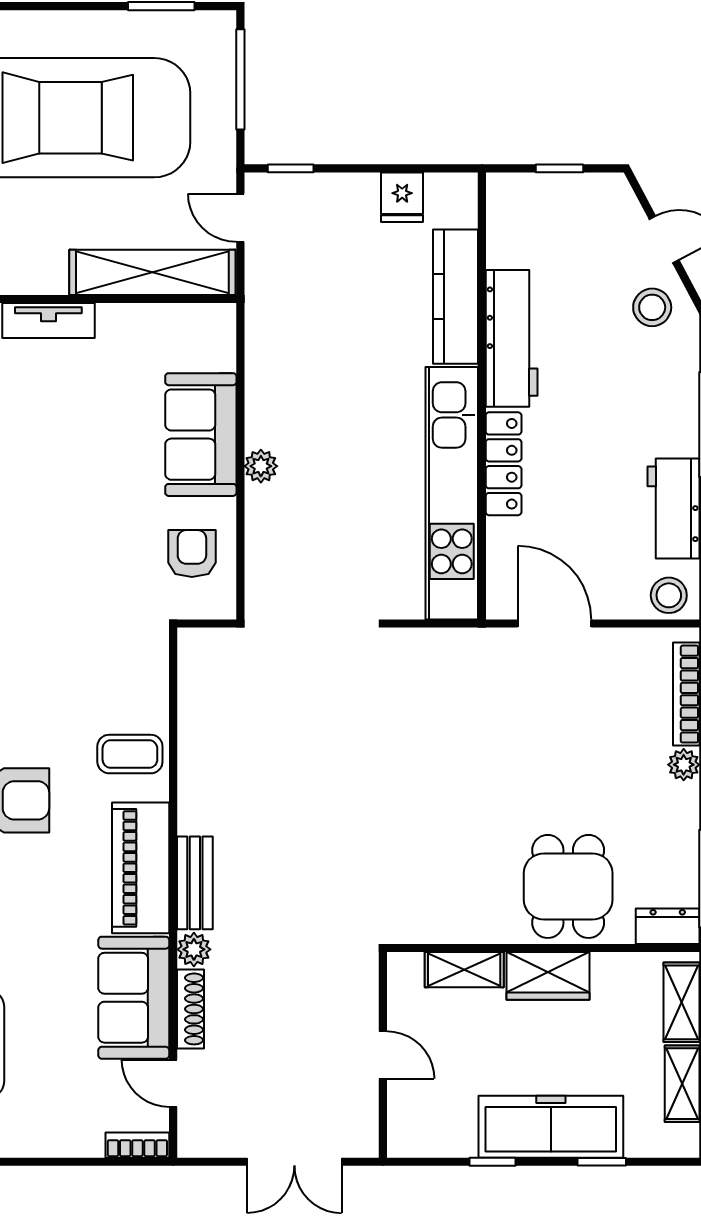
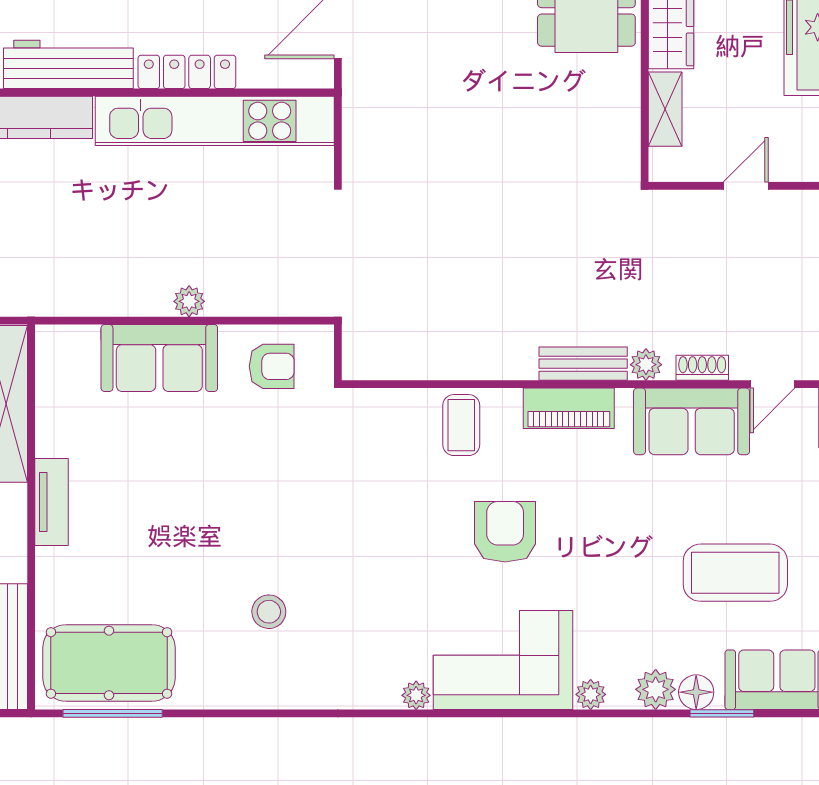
armchair: (192, 554) -> (272, 366), turned 180
piano: (141, 868) -> (569, 408), width x0.73, depth x0.75
shoe rack: (191, 1009) -> (702, 368), width x0.70

